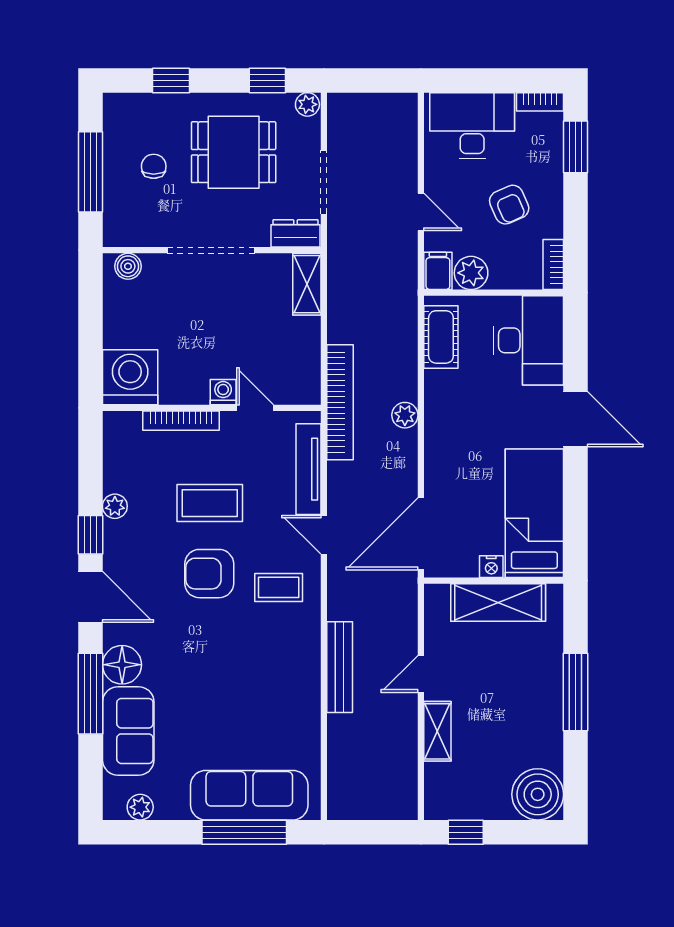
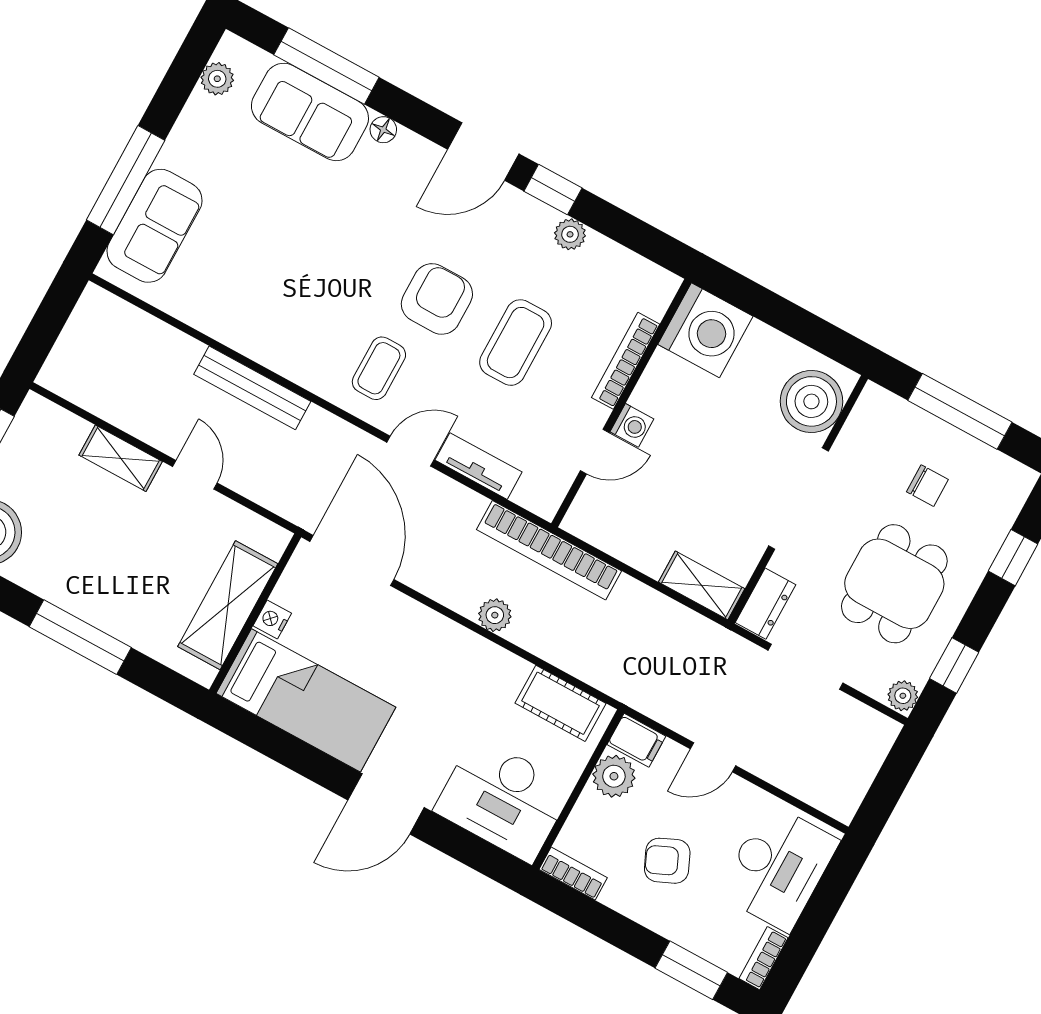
boiler: (128, 266) -> (811, 401), width x1.86, depth x1.86
tv unit: (309, 469) -> (479, 466), width x0.71
floor lamp: (122, 665) -> (383, 130), width x0.53, depth x0.53
window: (90, 694) -> (326, 66), moved
sofa: (249, 795) -> (155, 226), width x0.73

